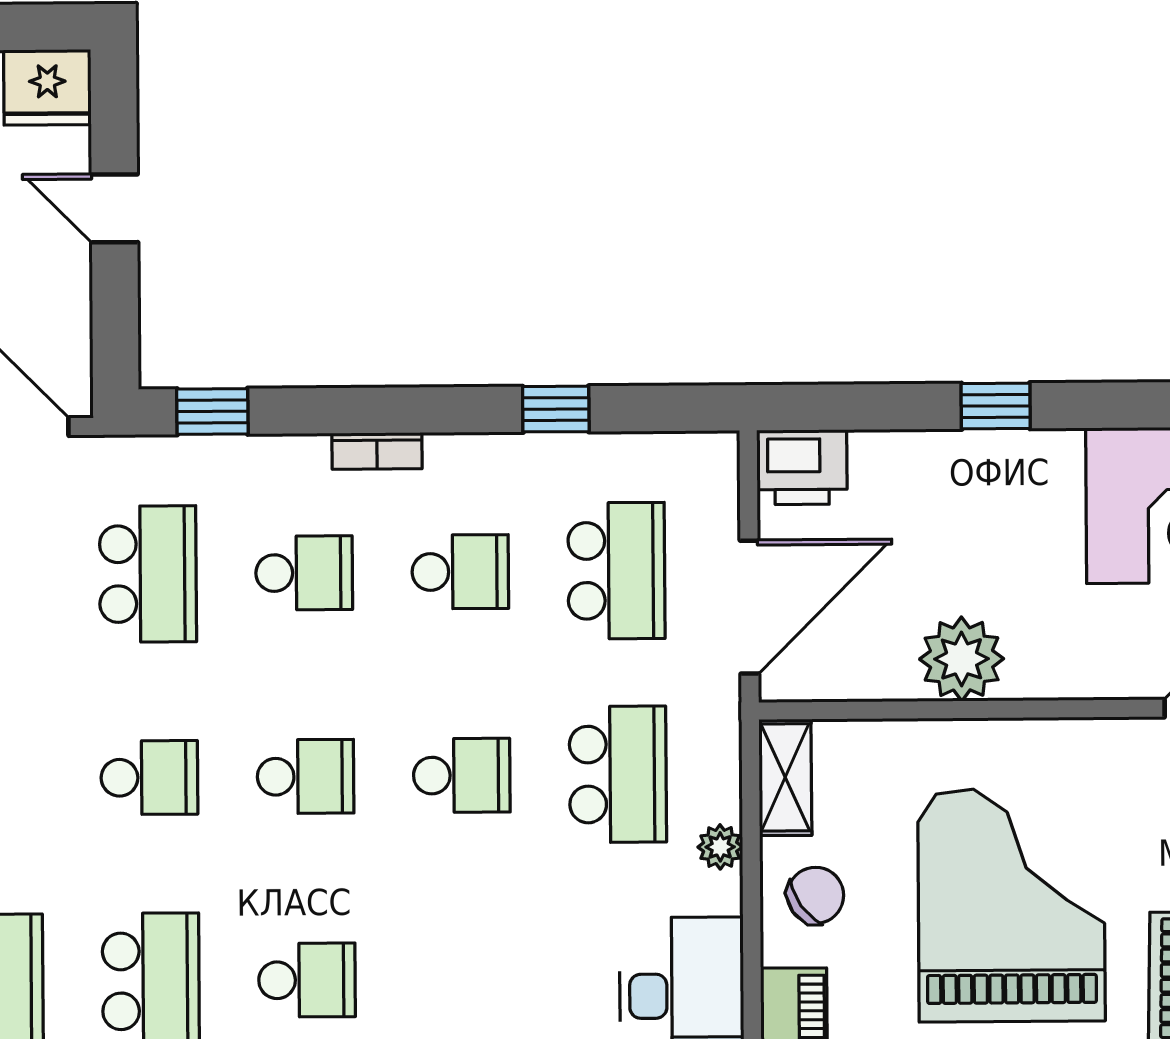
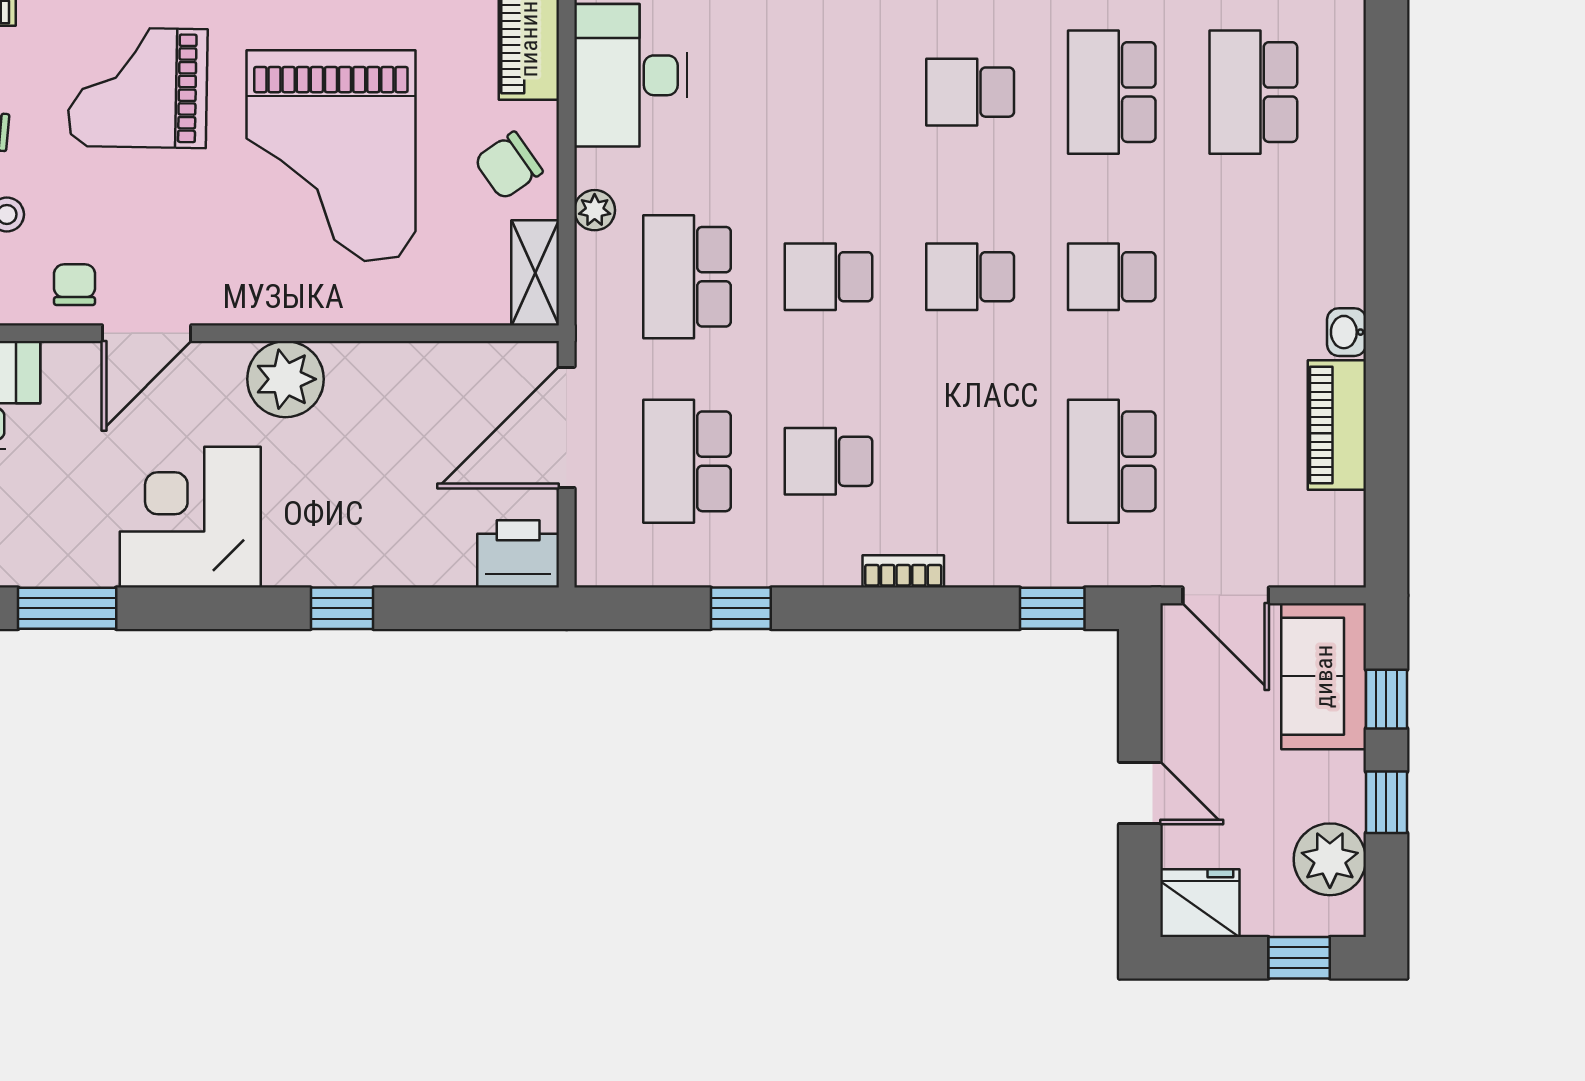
school desk: (304, 573) -> (970, 461), removed
plant: (962, 659) -> (285, 379), moved

